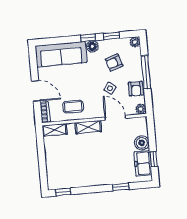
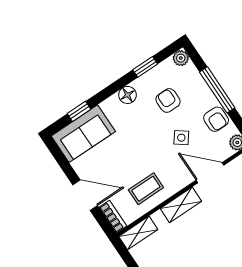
window: (88, 38) -> (79, 111), moved
sofa: (61, 54) -> (83, 134), width x0.73
armchair: (114, 63) -> (168, 100), turned 108

